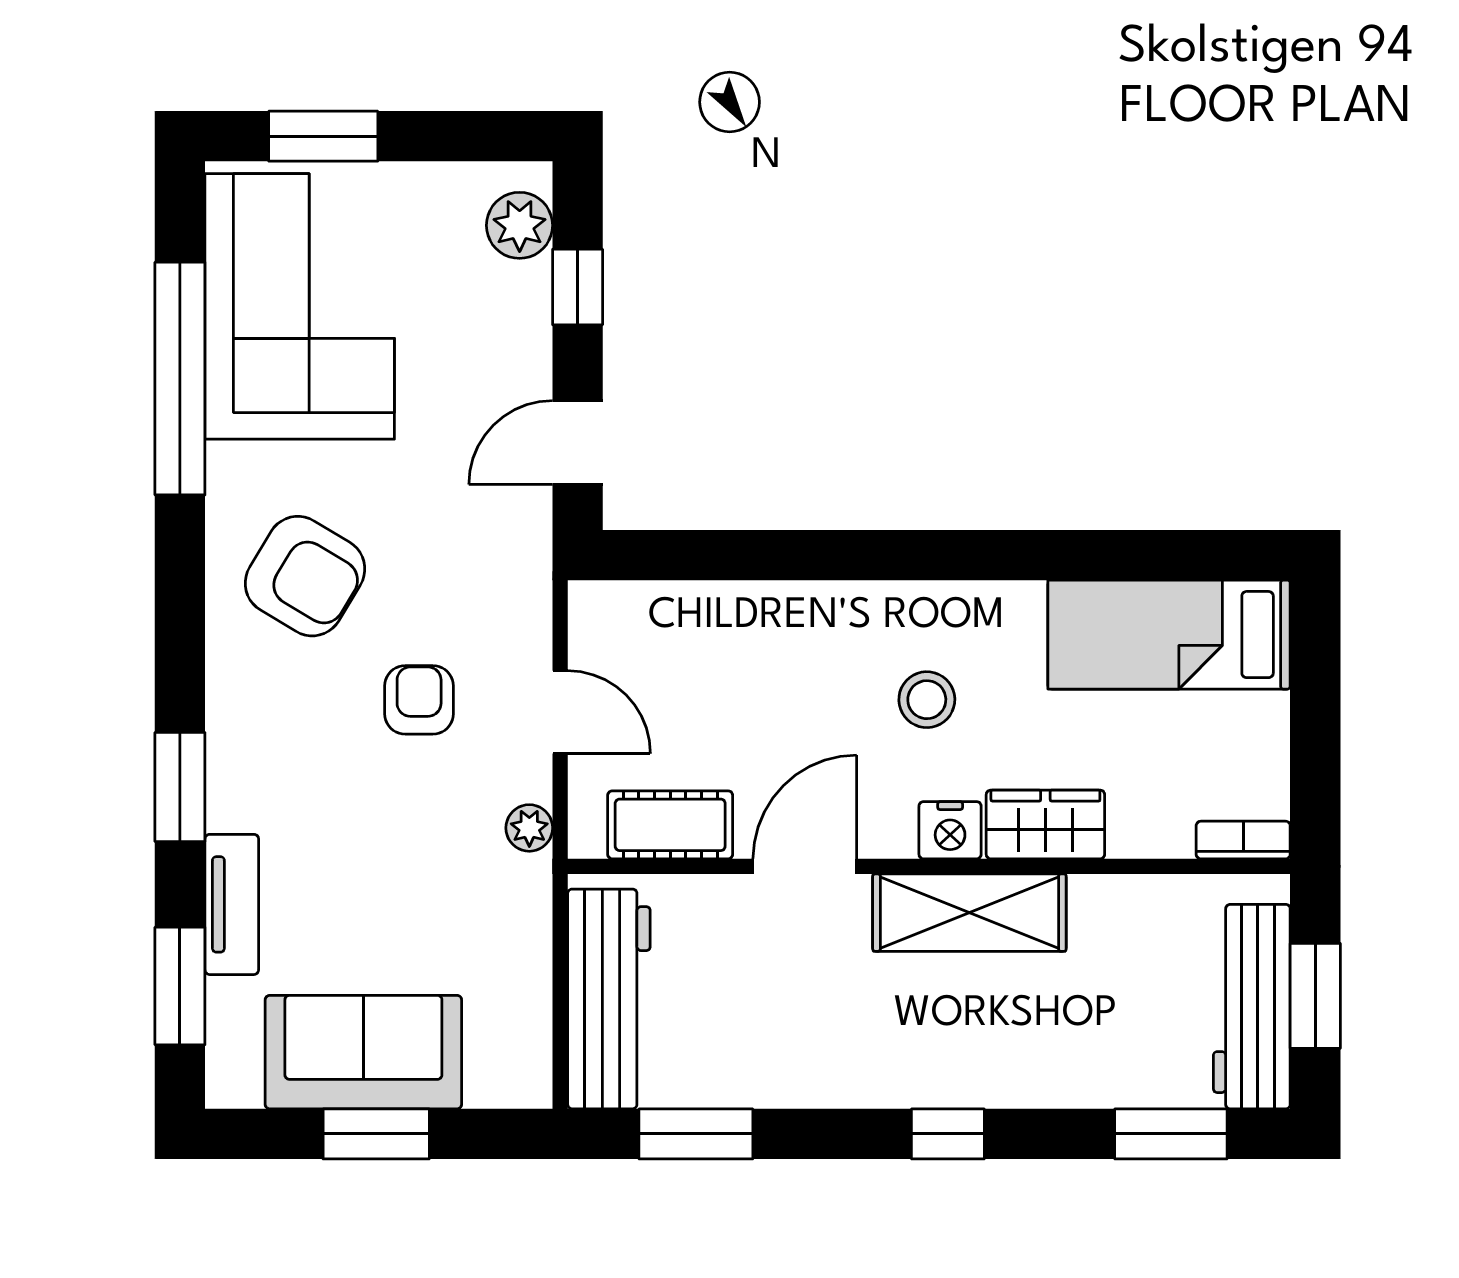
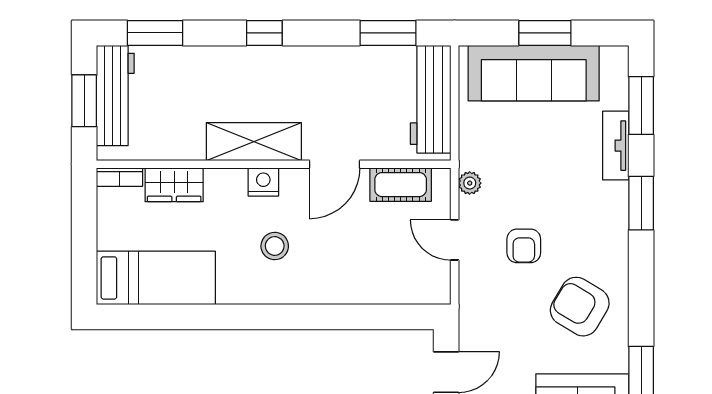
wardrobe: (1045, 824) -> (174, 185), moved
sofa: (363, 1052) -> (534, 73), width x1.36

